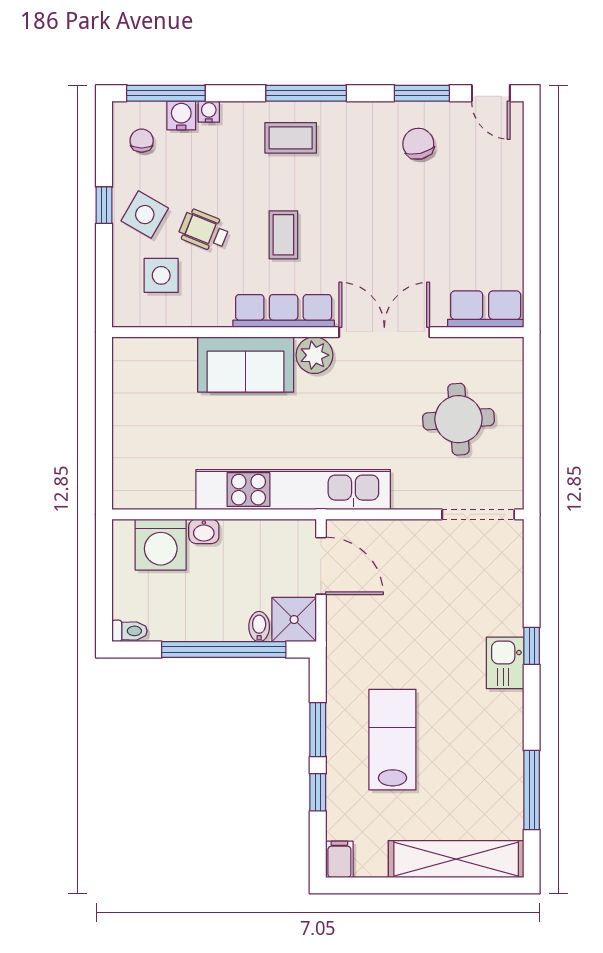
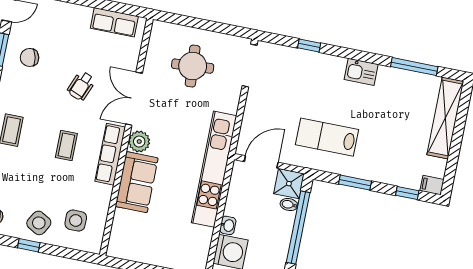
wheelchair: (204, 231) -> (81, 86), moved
coffee table: (283, 235) -> (66, 146), turned 90
row of seats: (486, 309) -> (114, 22), moved, turned -90
window: (532, 646) -> (309, 46), moved
kitchen sink: (505, 663) -> (361, 72), moved
lab bench: (392, 740) -> (327, 137), moved
window: (318, 792) -> (407, 193), moved

